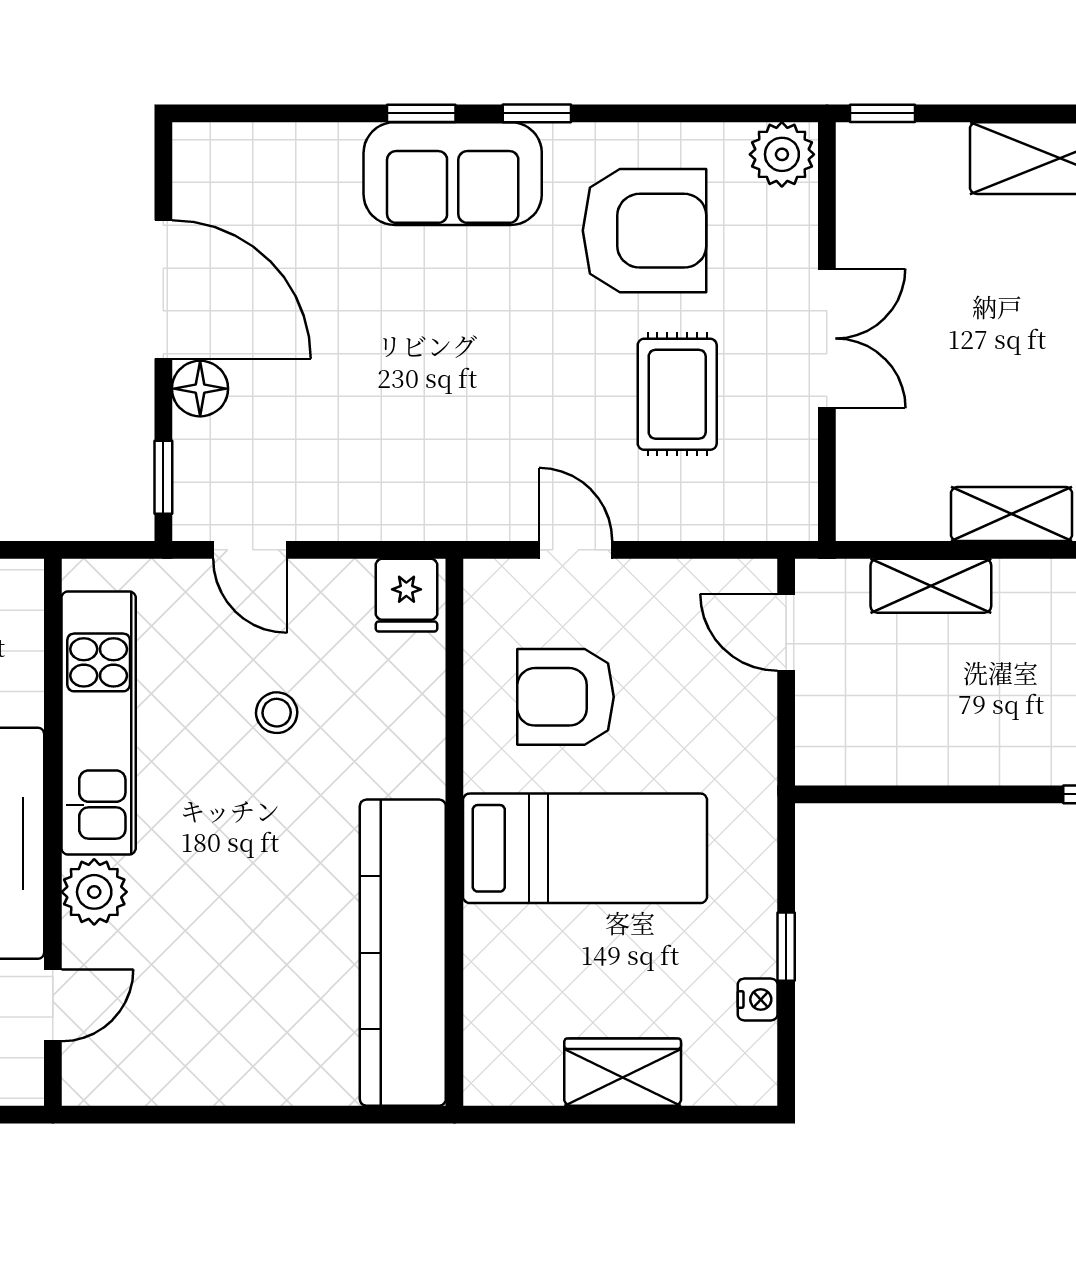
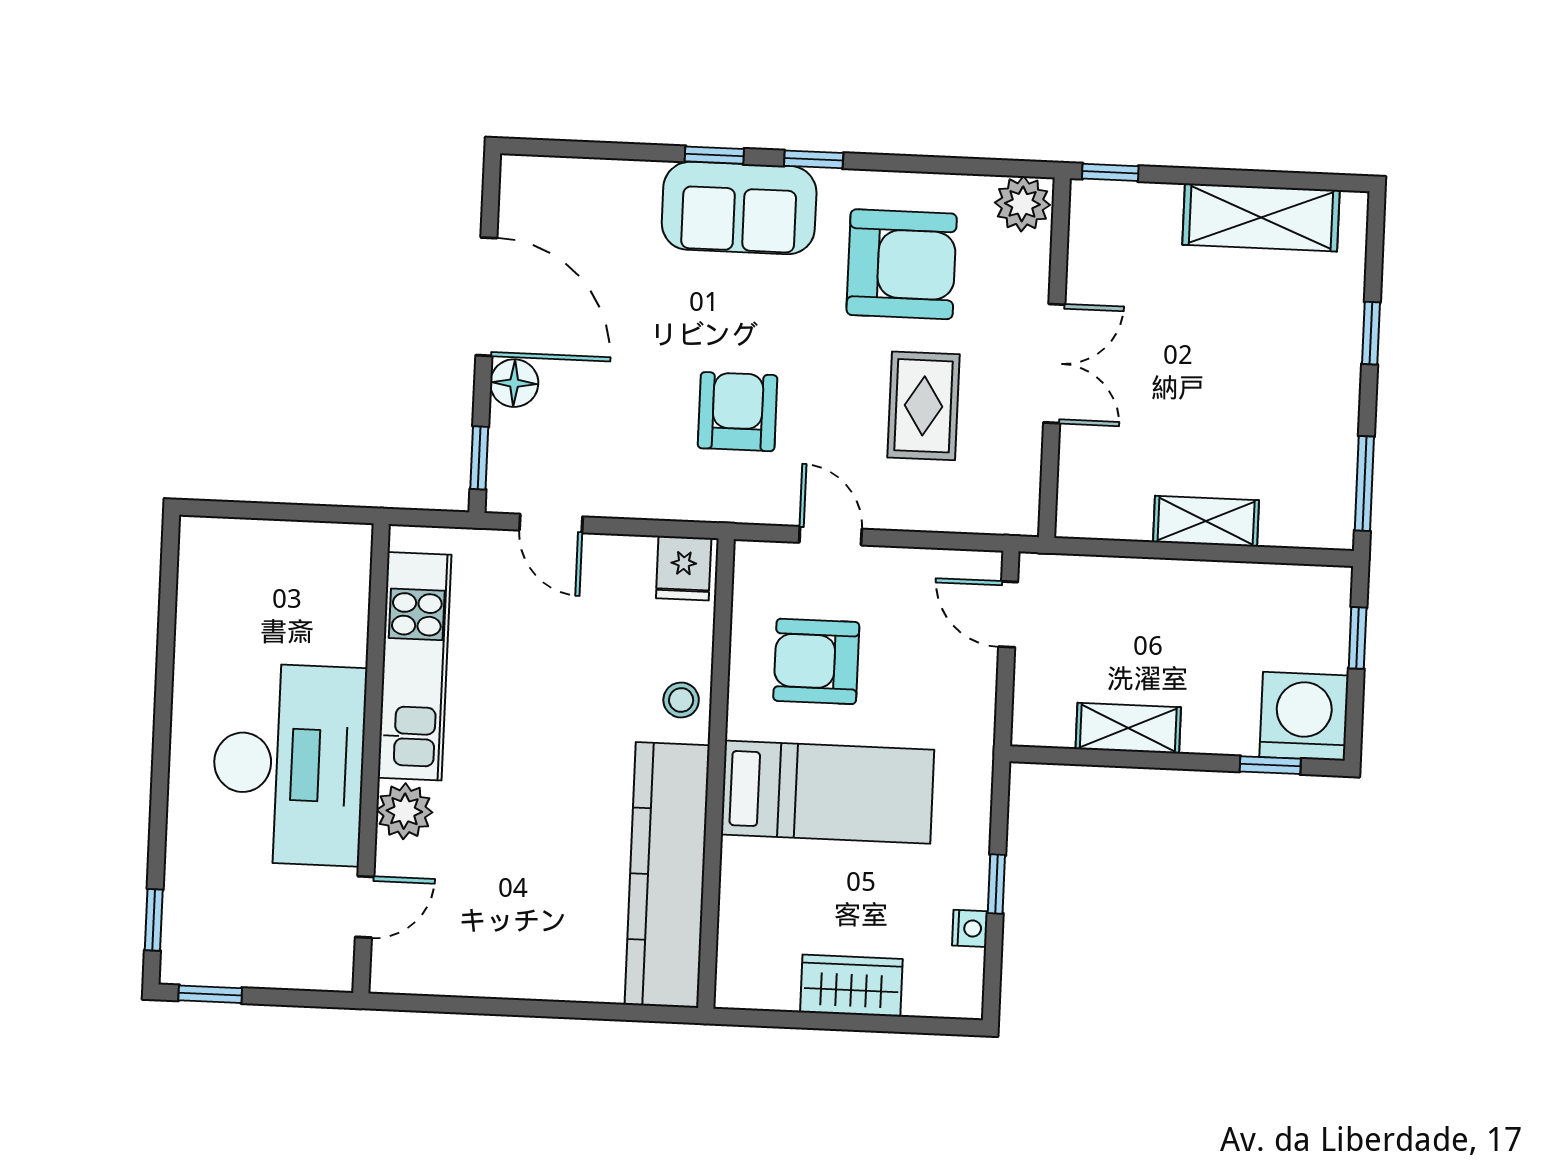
armchair: (461, 410) -> (738, 412), added
shelving: (931, 586) -> (1128, 728), moved
stool: (277, 713) -> (681, 700), moved

